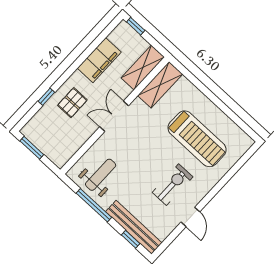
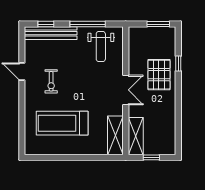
window: (136, 26) -> (151, 157), moved
filing cabinet: (99, 60) -> (167, 116), removed
pallet: (72, 103) -> (159, 75), width x1.50, depth x1.42
exercise bike: (173, 185) -> (51, 81), width x0.73, depth x0.72

